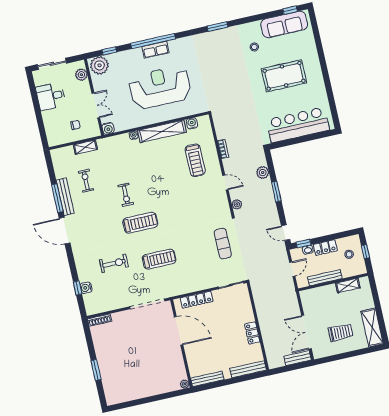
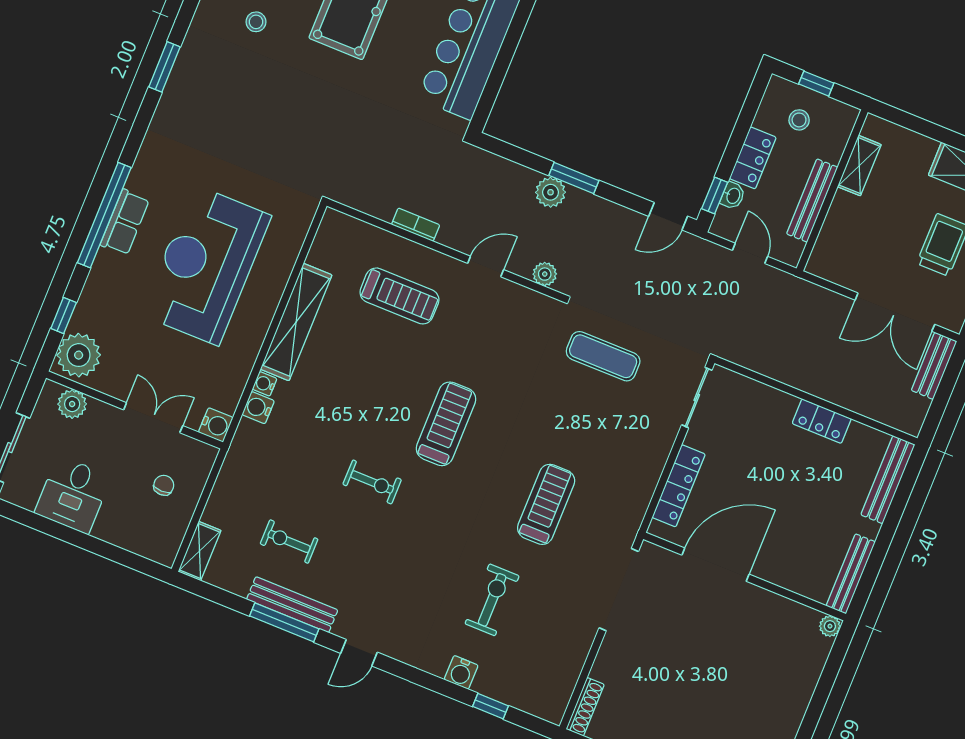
water cooler: (192, 123) -> (258, 408), moved
shelving: (85, 147) -> (199, 551), moved
plant: (263, 173) -> (551, 192), moved
treadmill: (140, 223) -> (446, 424), moved
door: (65, 231) -> (359, 653), width x0.53
water cooler: (86, 288) -> (461, 672), moved

